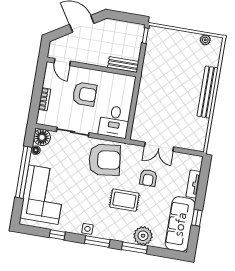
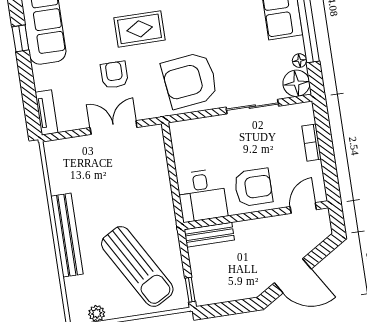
sun lounger: (172, 60) -> (137, 266), added
door: (62, 62) -> (303, 208), hinge flipped
armchair: (85, 94) -> (253, 187), moved, turned 180
desk: (114, 122) -> (202, 195), moved, turned 180
tv unit: (193, 184) -> (46, 112), moved

